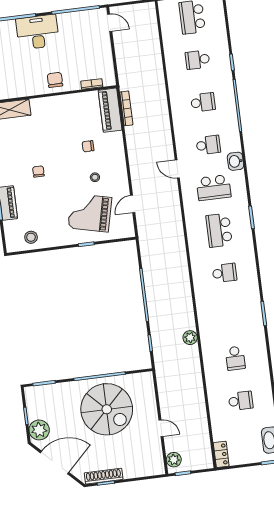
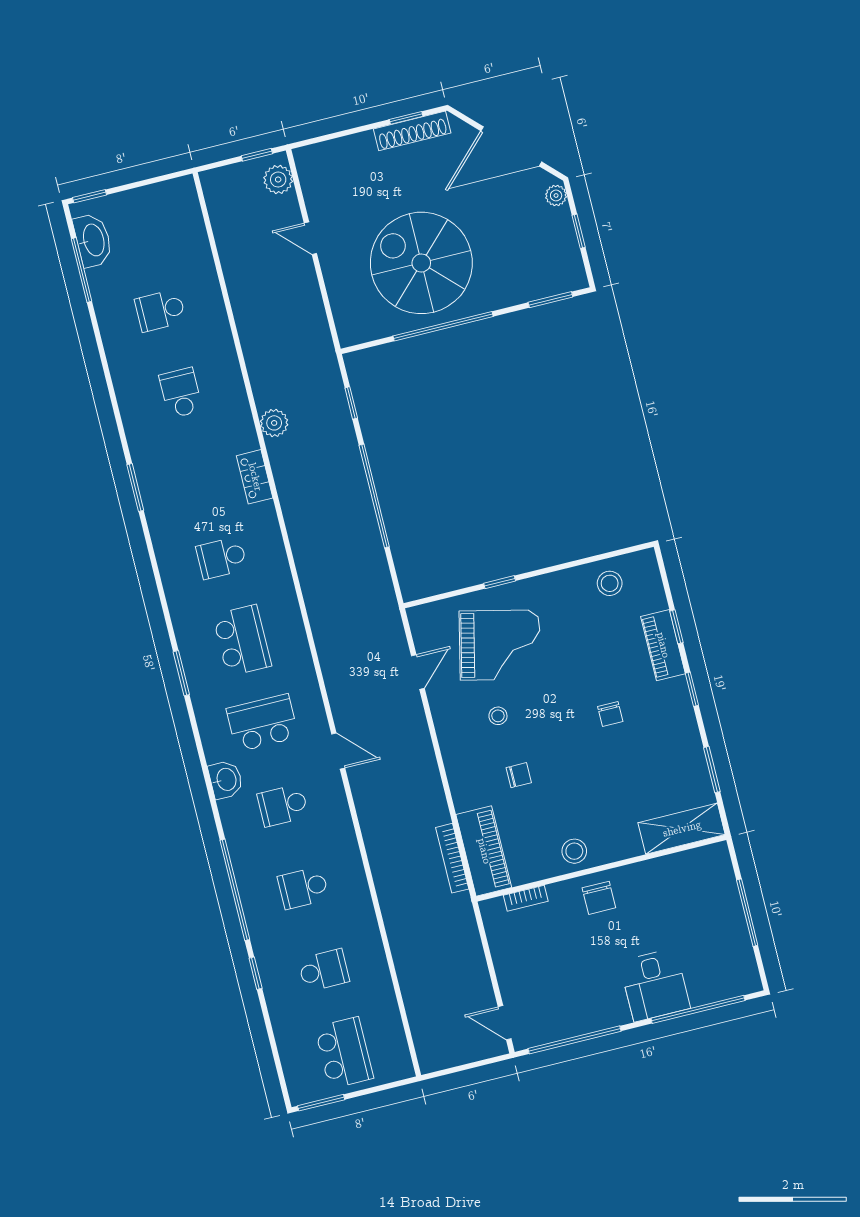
desk: (37, 32) -> (655, 985), width x0.73
stool: (65, 105) -> (574, 851), added
plant: (39, 430) -> (556, 195), width x0.53, depth x0.53
locker: (221, 454) -> (255, 477), moved

